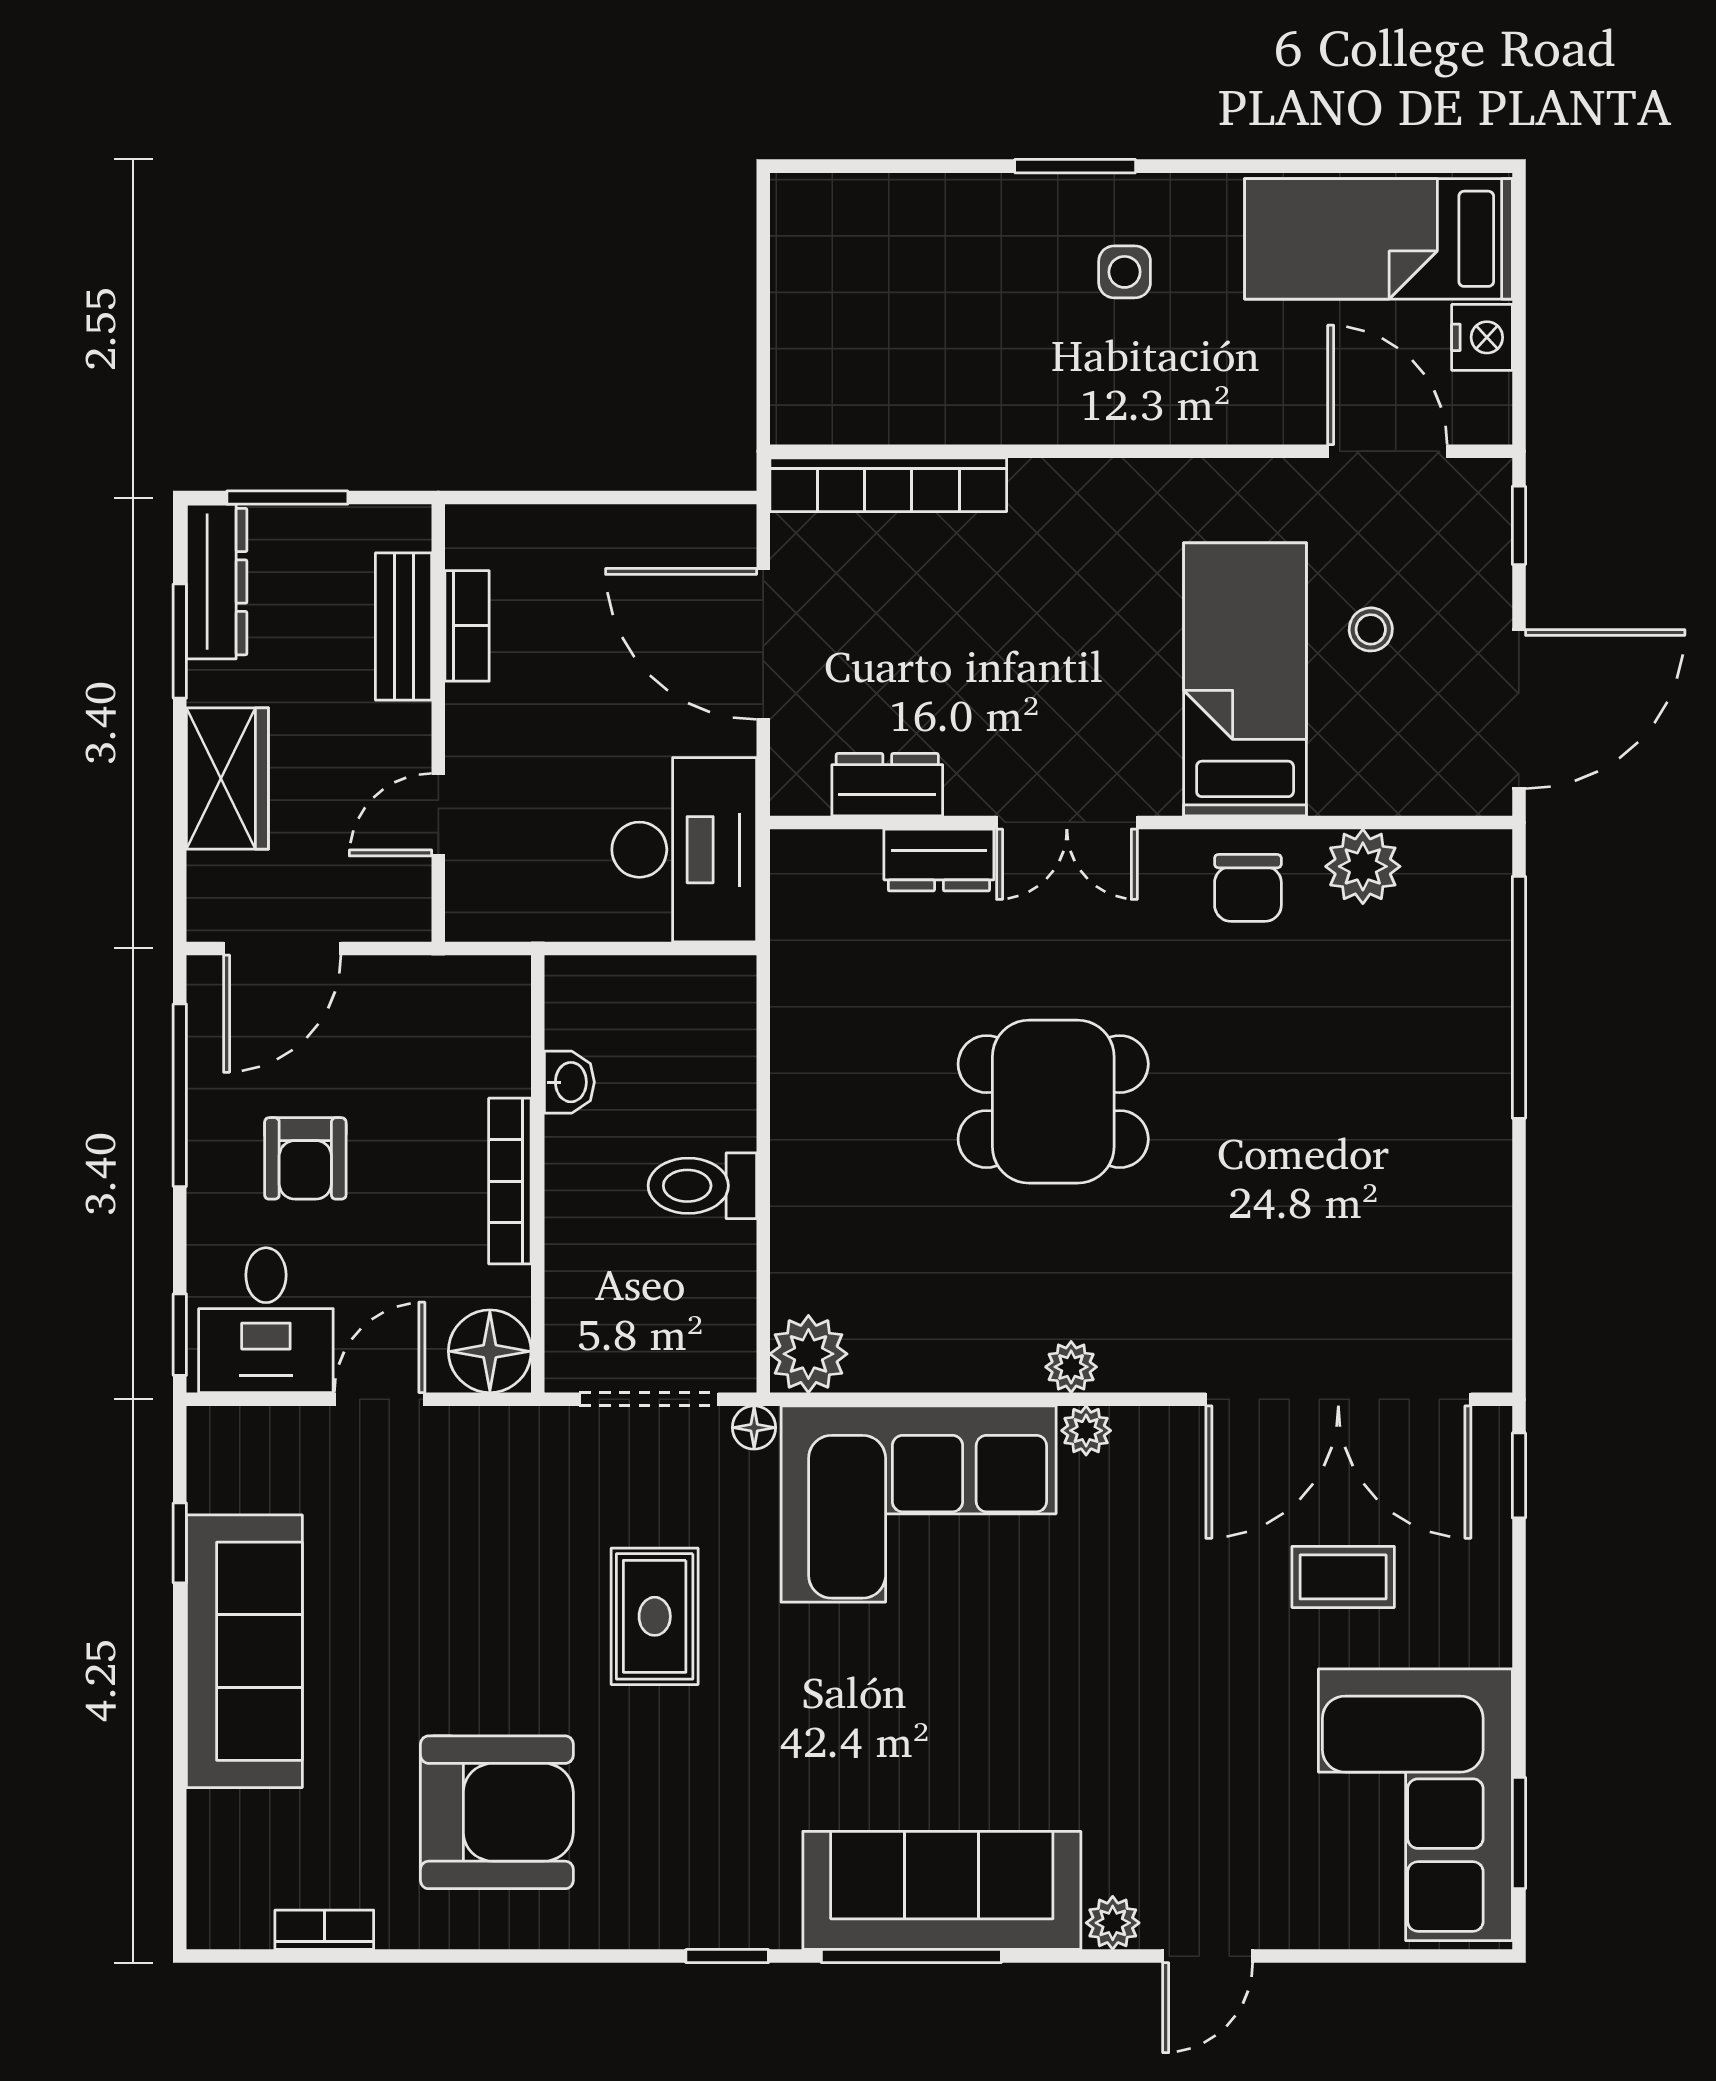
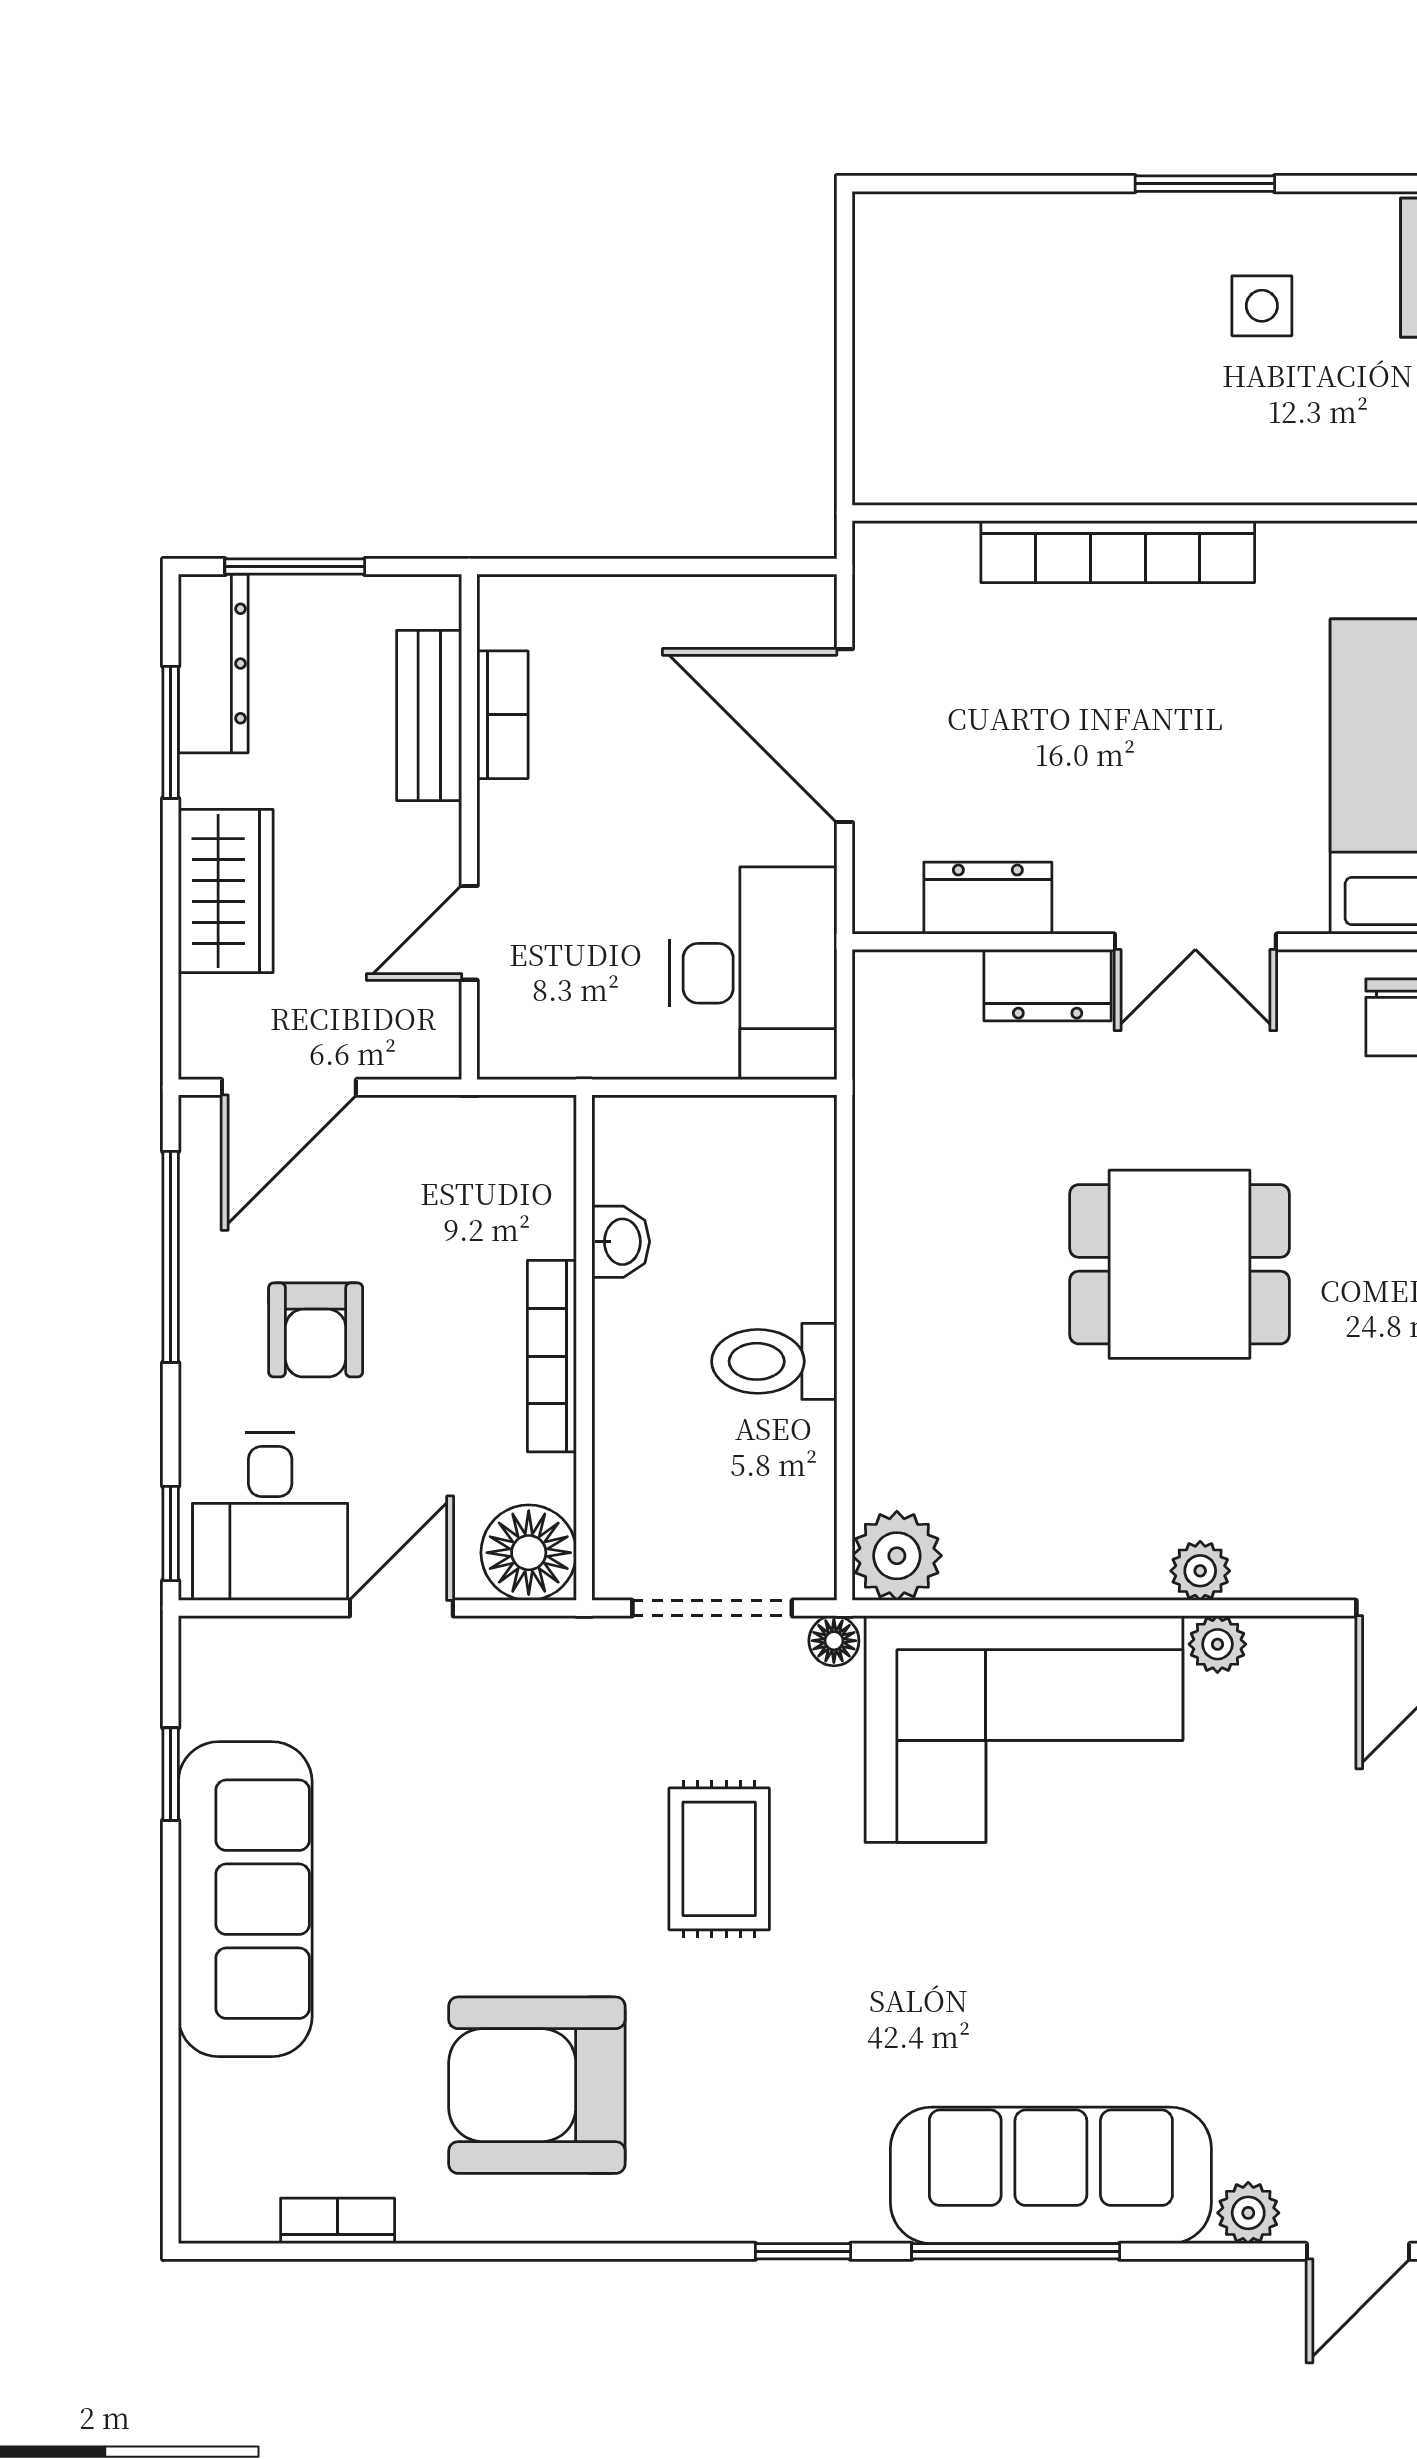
bookcase: (888, 485) -> (1118, 552), moved
armchair: (497, 1812) -> (537, 2085), turned 180

